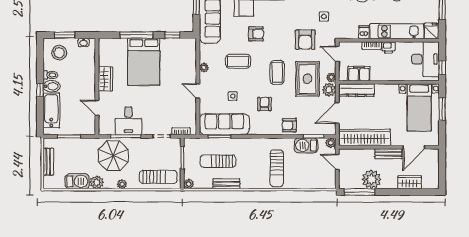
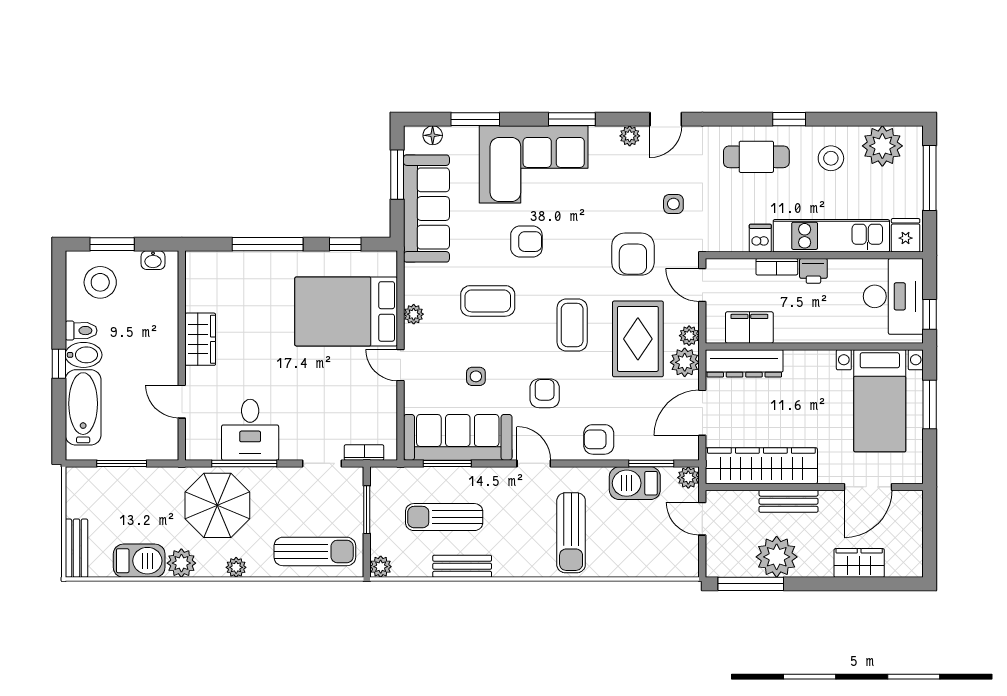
bed: (144, 62) -> (346, 311), moved, turned 90
door: (259, 136) -> (534, 463), added
bench: (388, 154) -> (788, 501), moved
bench: (48, 162) -> (76, 548), moved

